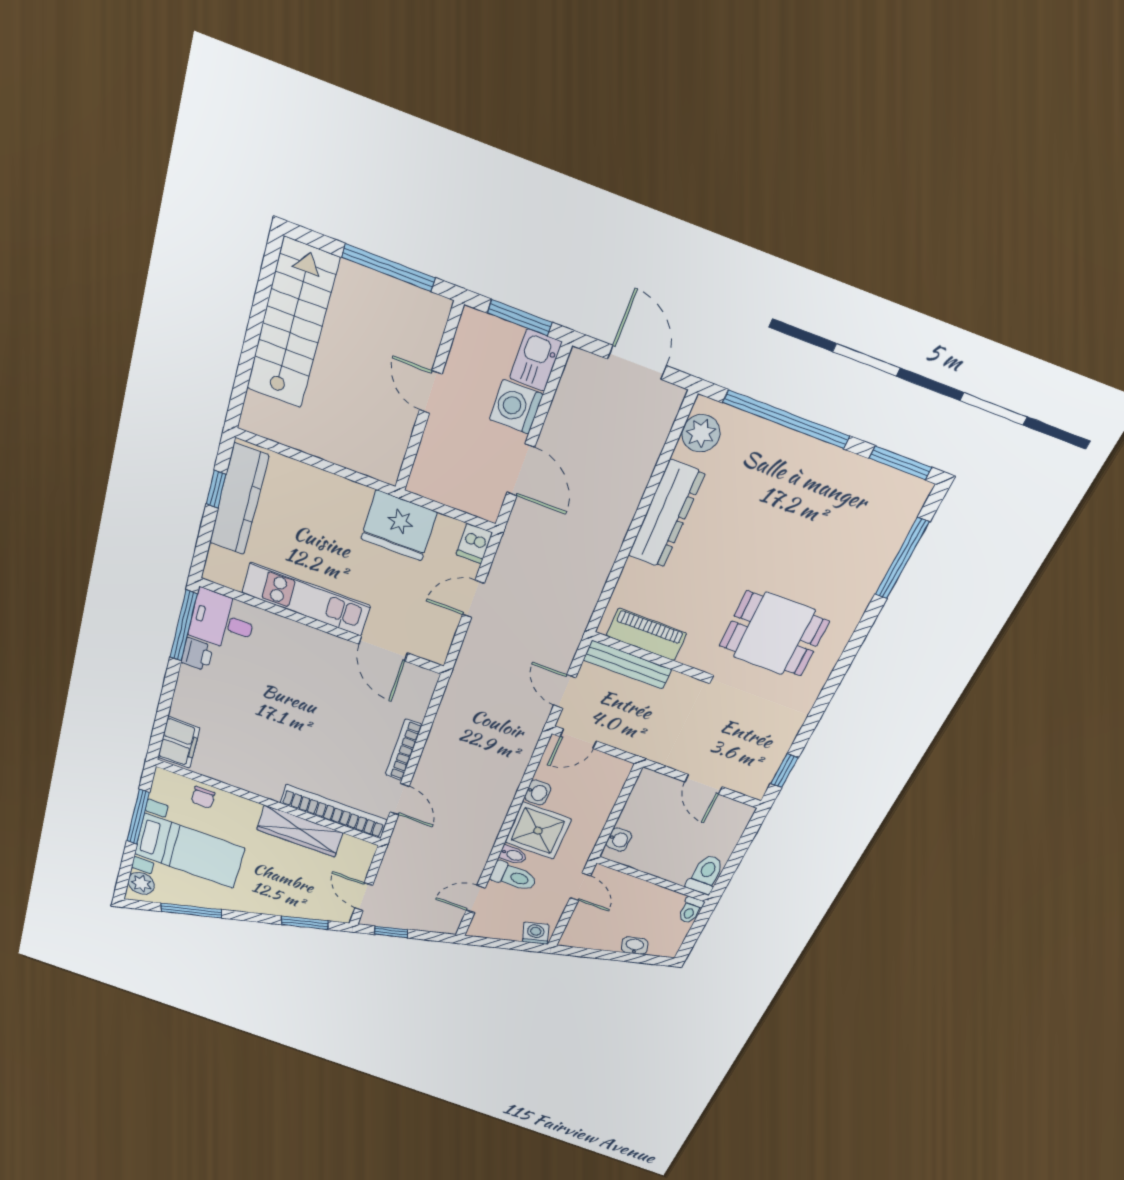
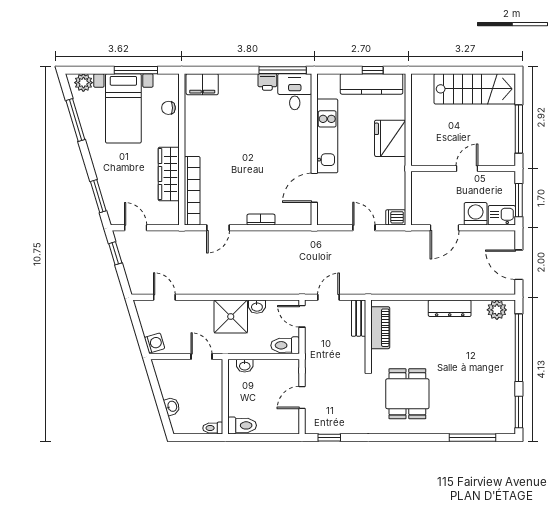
door: (637, 362) -> (519, 265), swing flipped
dresser: (666, 515) -> (450, 308), width x0.73, depth x0.80
fridge: (399, 526) -> (390, 138), moved
bench: (627, 665) -> (359, 318), width x0.73
bookcase: (404, 750) -> (261, 220), width x0.64
bidet: (513, 855) -> (207, 308), removed
toilet: (514, 877) -> (285, 345), moved, turned 90
door: (580, 887) -> (201, 357), swing flipped
door: (364, 897) -> (136, 228), hinge flipped

